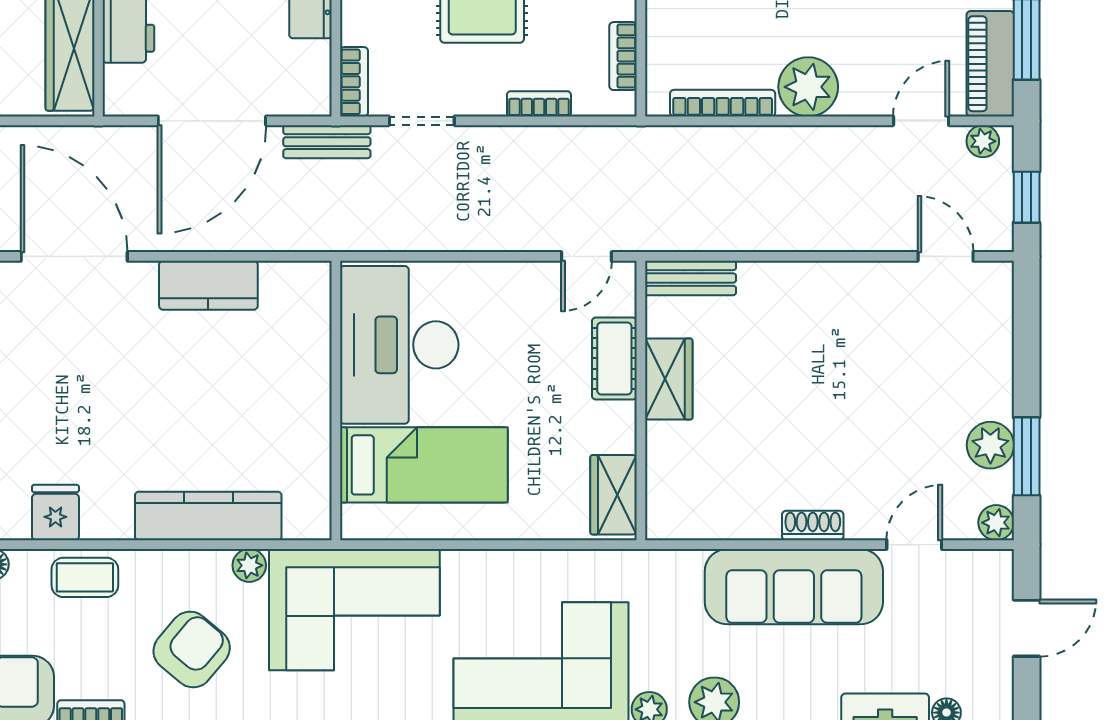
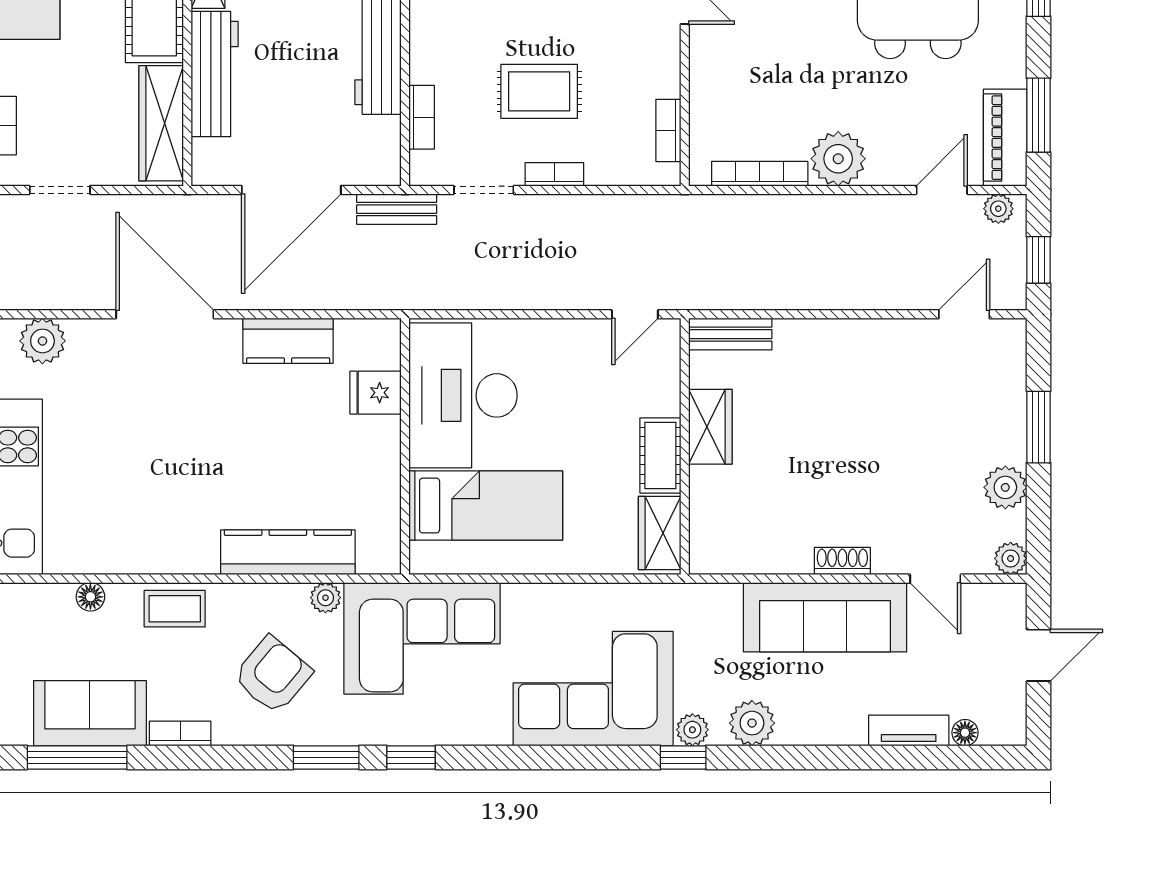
bookcase: (354, 82) -> (422, 117), moved
bookcase: (539, 104) -> (554, 174), moved
door: (946, 256) -> (964, 314), hinge flipped
cot: (614, 358) -> (660, 456), moved
window: (1027, 456) -> (1038, 427), moved
fridge: (55, 513) -> (375, 393), moved, turned -90
door: (914, 545) -> (935, 579), swing flipped

